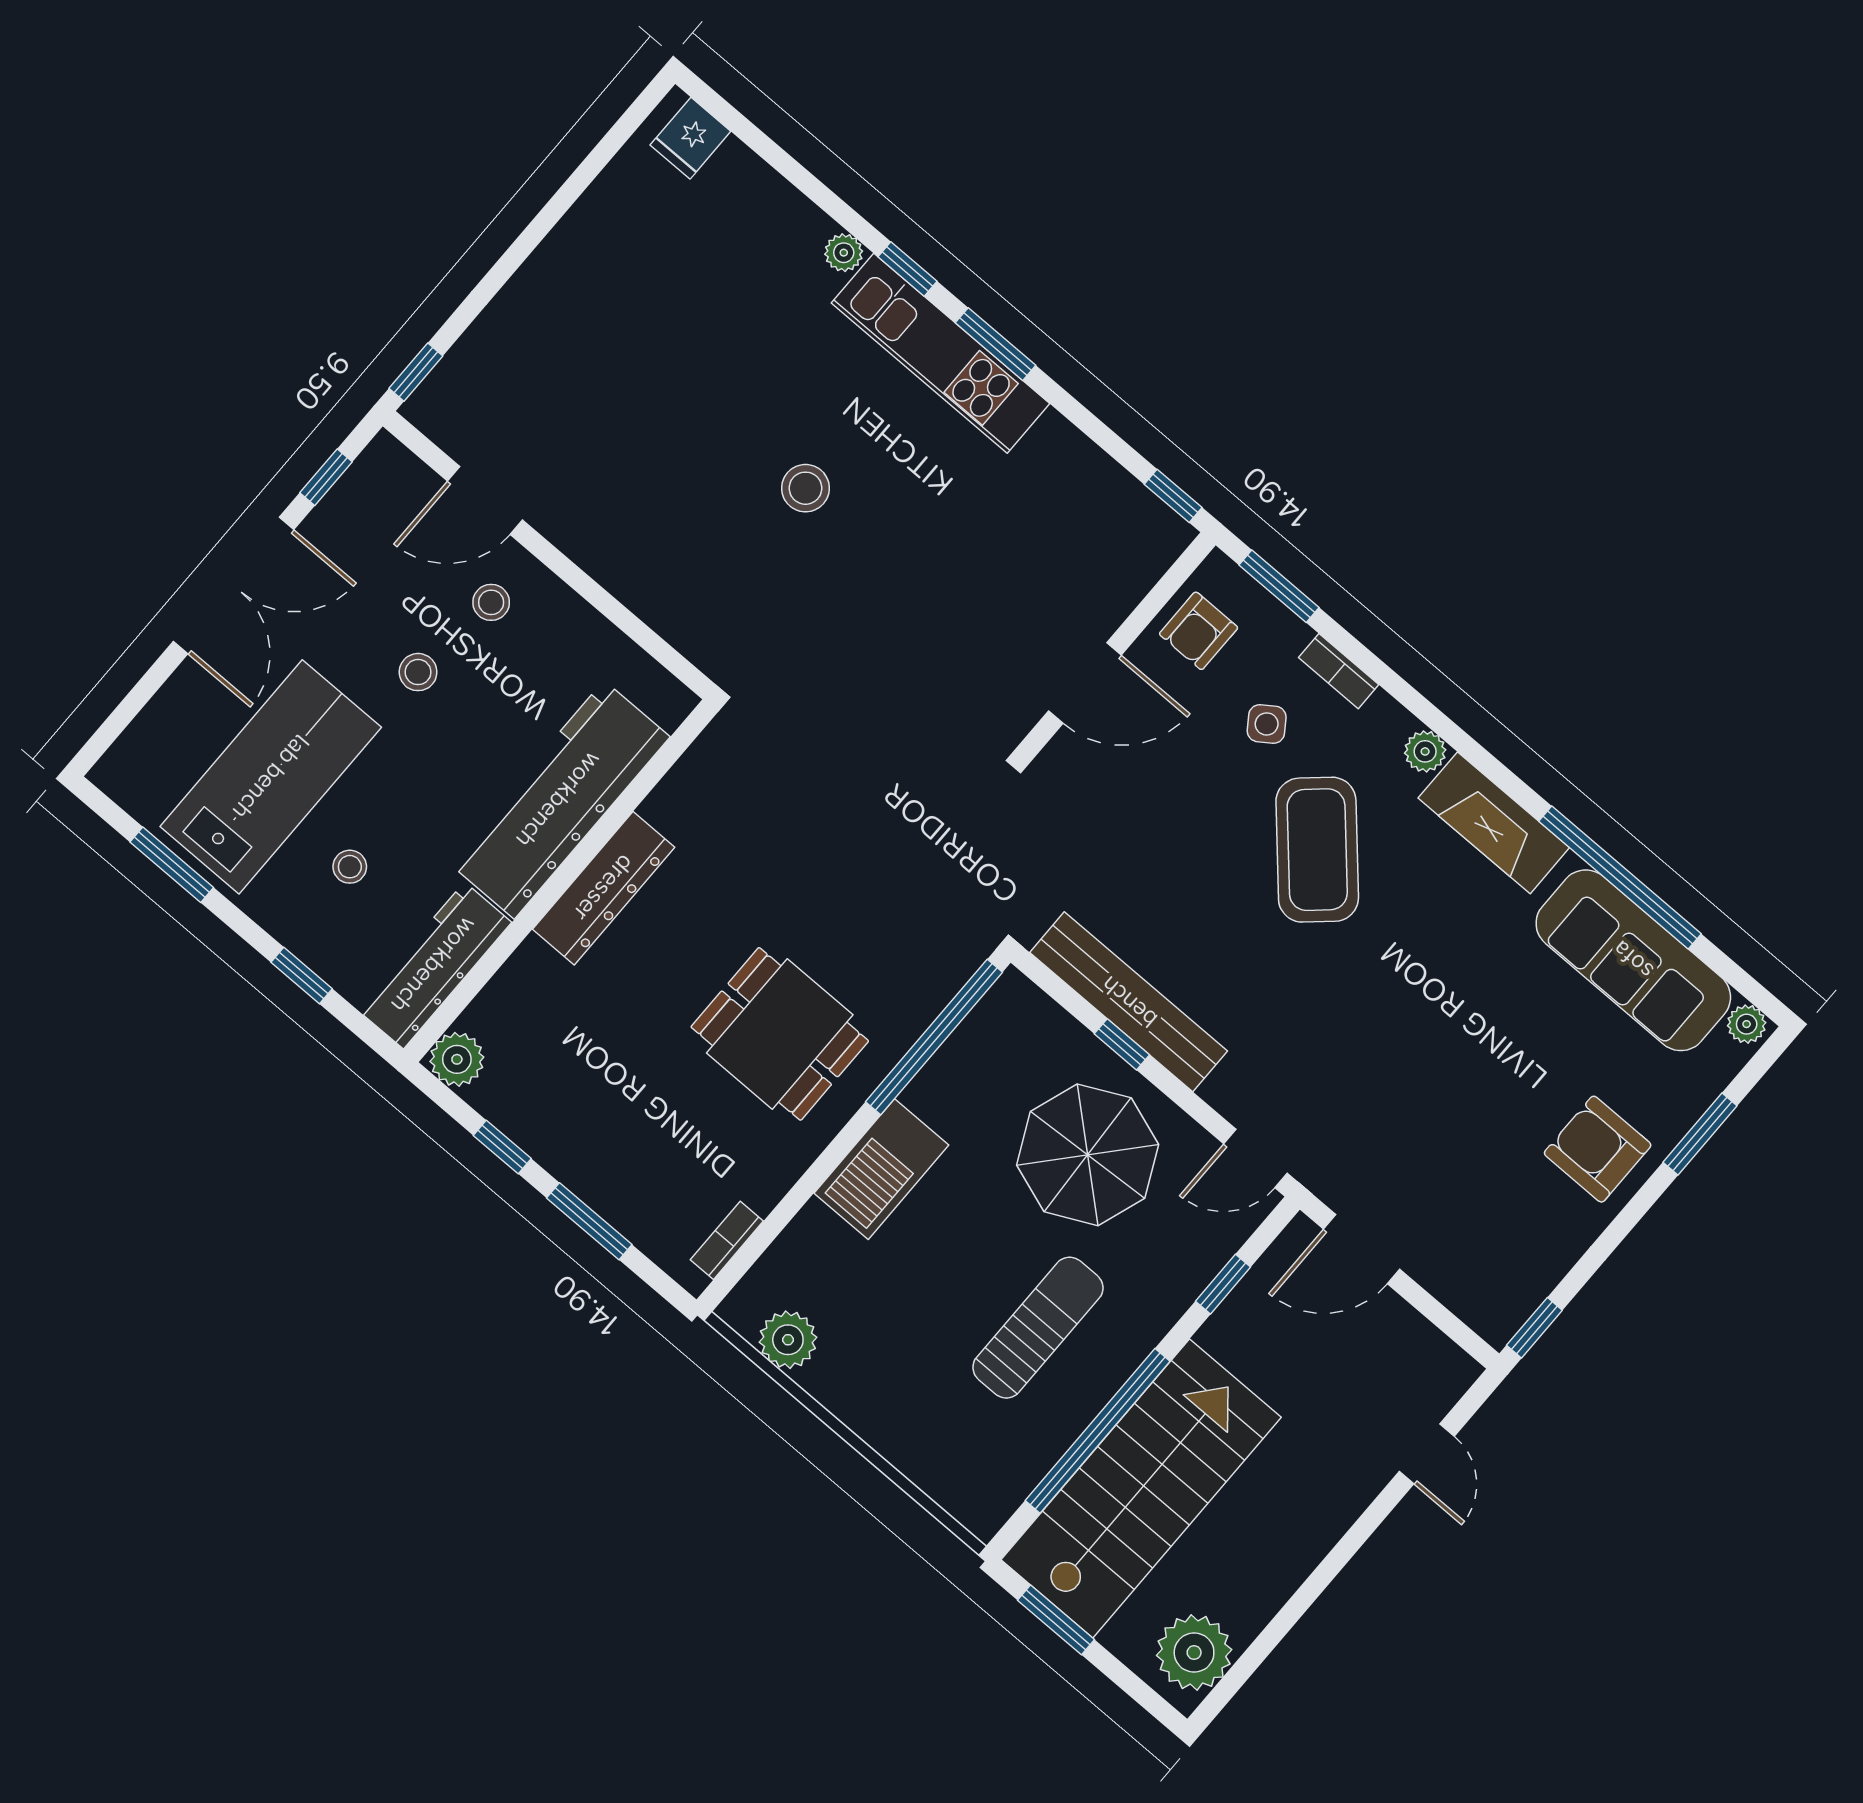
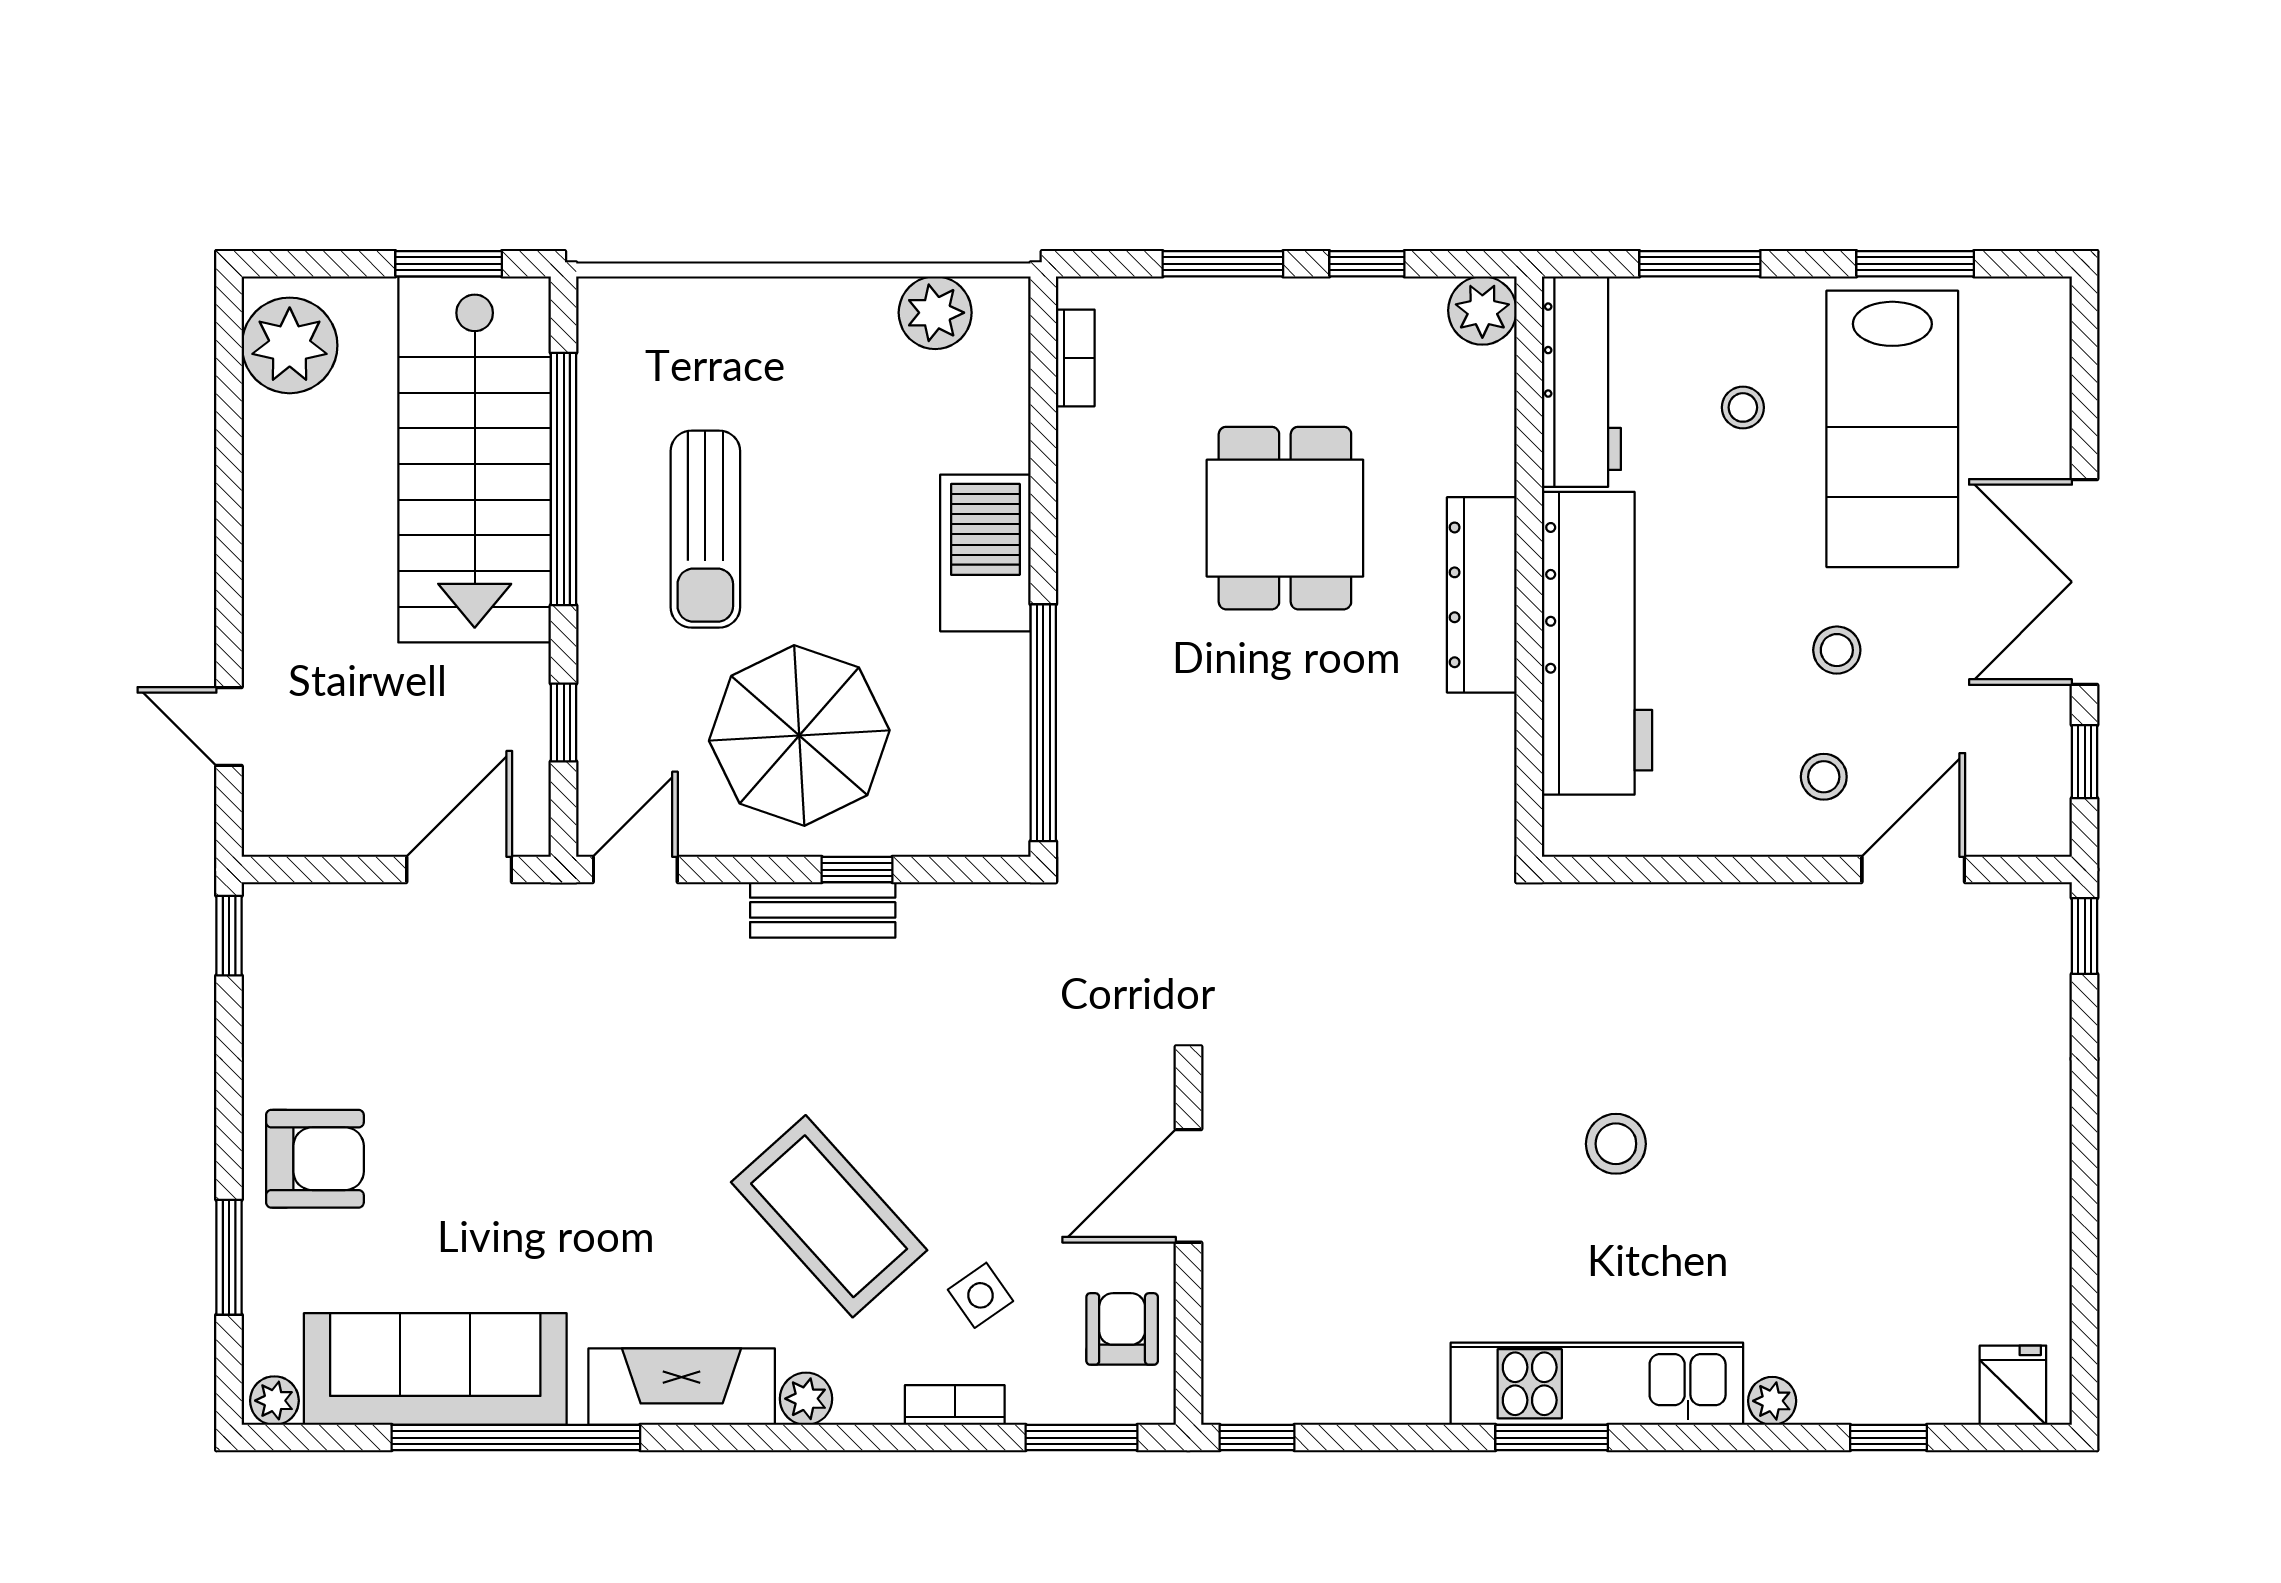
window: (907, 269) -> (1888, 1438), moved
window: (302, 976) -> (1700, 264), width x1.50
bench: (1129, 1002) -> (823, 910), width x0.54, depth x0.82
dining table: (780, 1034) -> (1285, 518), moved, turned 90

